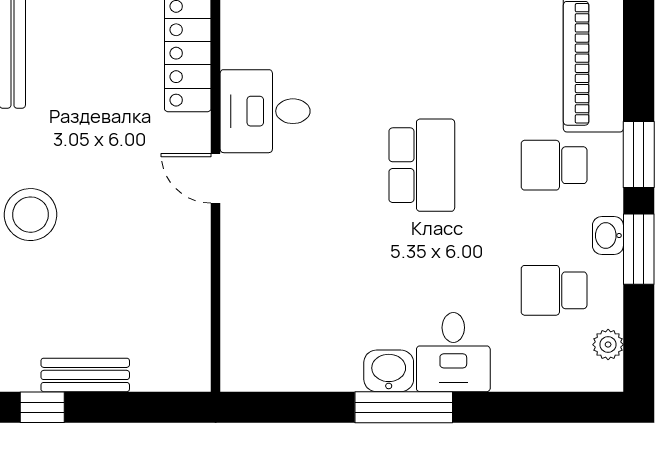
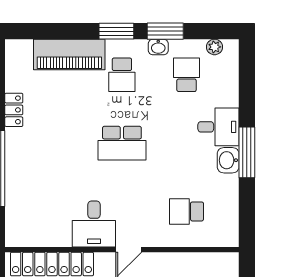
school desk: (422, 165) -> (122, 143), turned 180
school desk: (289, 290) -> (187, 211), added
school desk: (554, 290) -> (187, 75), turned 180

